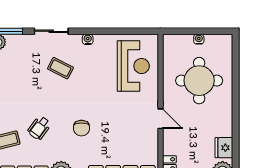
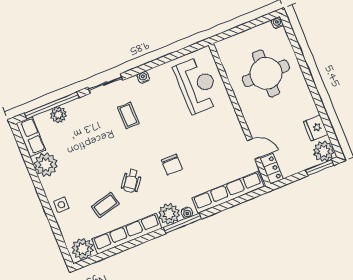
water cooler: (199, 39) -> (277, 23), moved
coffee table: (60, 68) -> (128, 115), turned 63
door: (160, 119) -> (253, 149), moved

